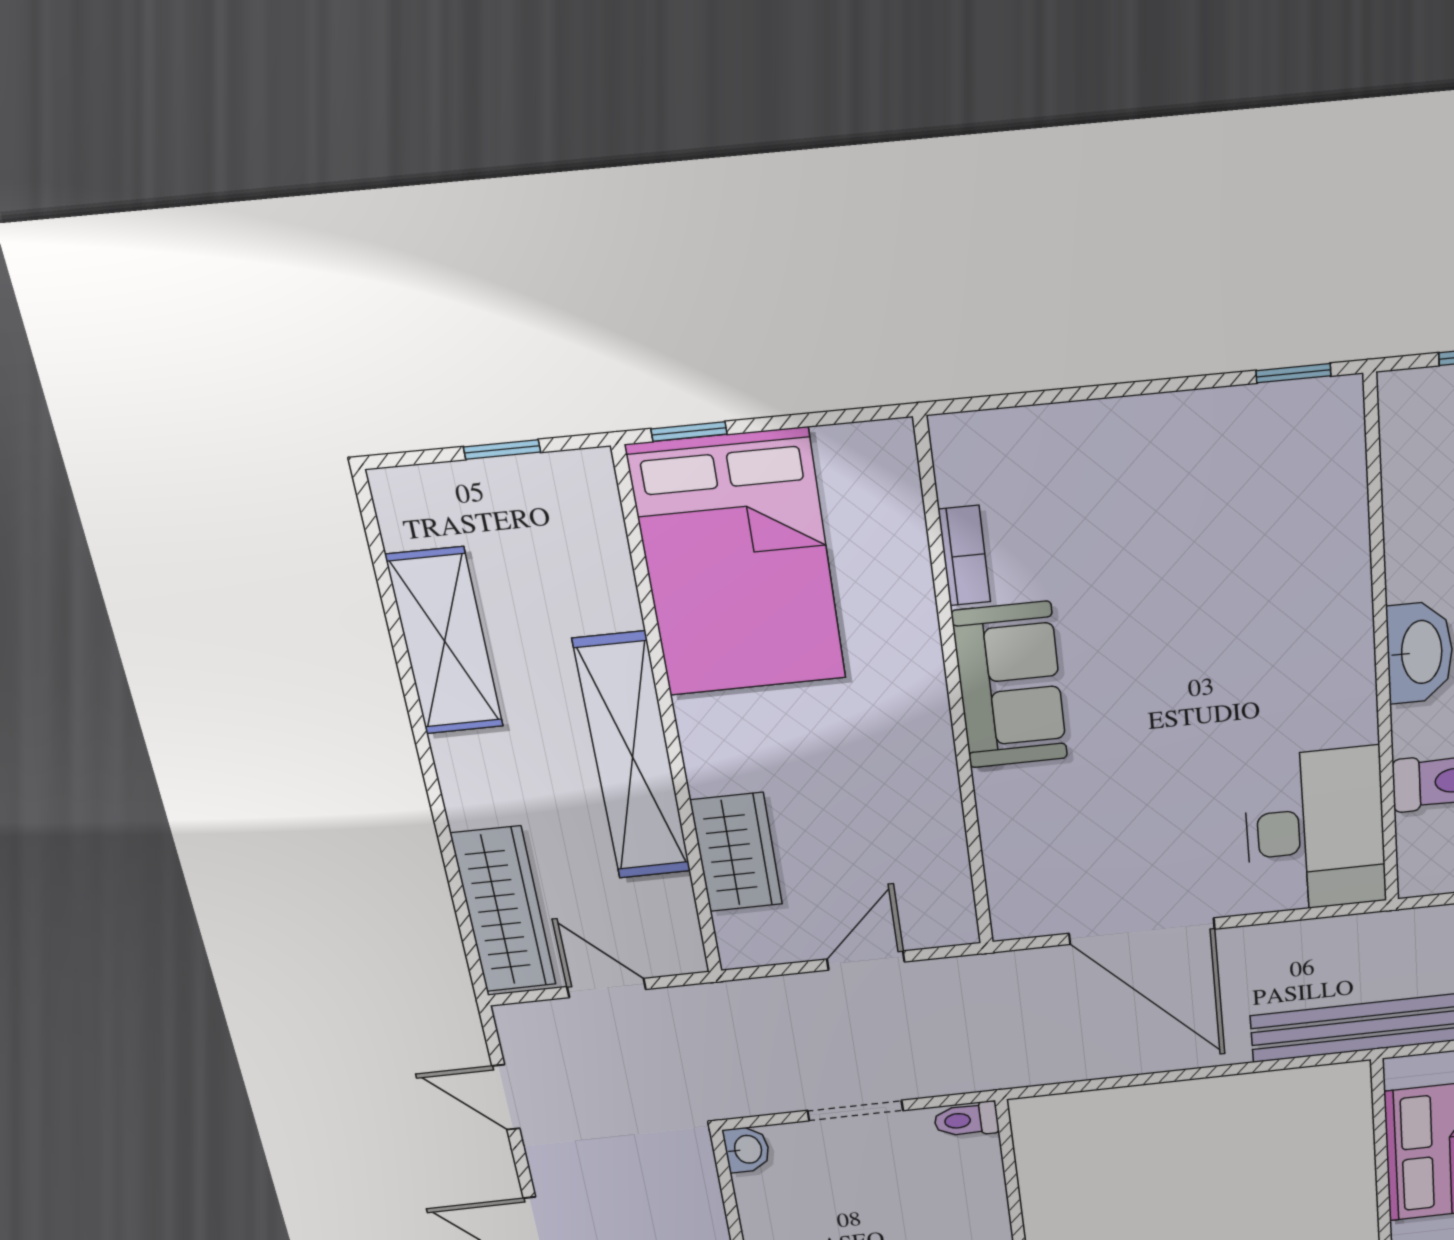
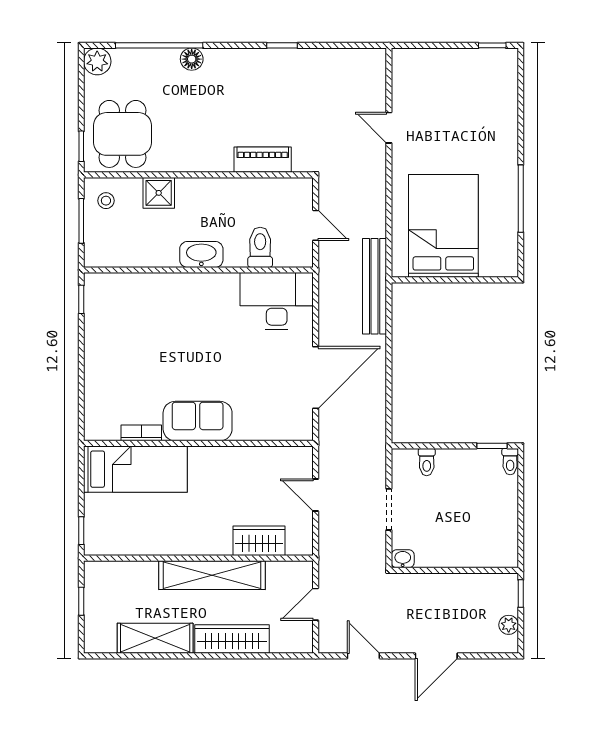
bed: (738, 564) -> (135, 469), moved, width x0.67
wardrobe: (504, 910) -> (232, 639), moved
door: (506, 1097) -> (363, 656), swing flipped
toilet: (966, 1120) -> (427, 462), moved

